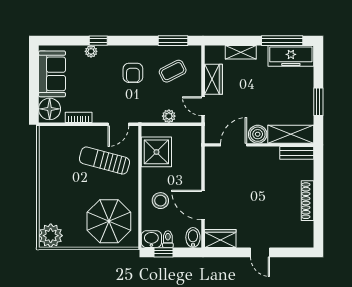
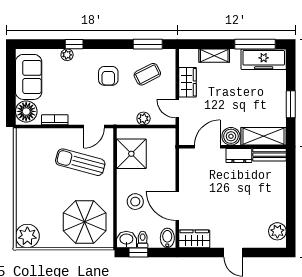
dresser: (266, 154) -> (239, 155), added
shoe rack: (307, 201) -> (280, 202), removed
plant: (305, 231) -> (277, 231), added

